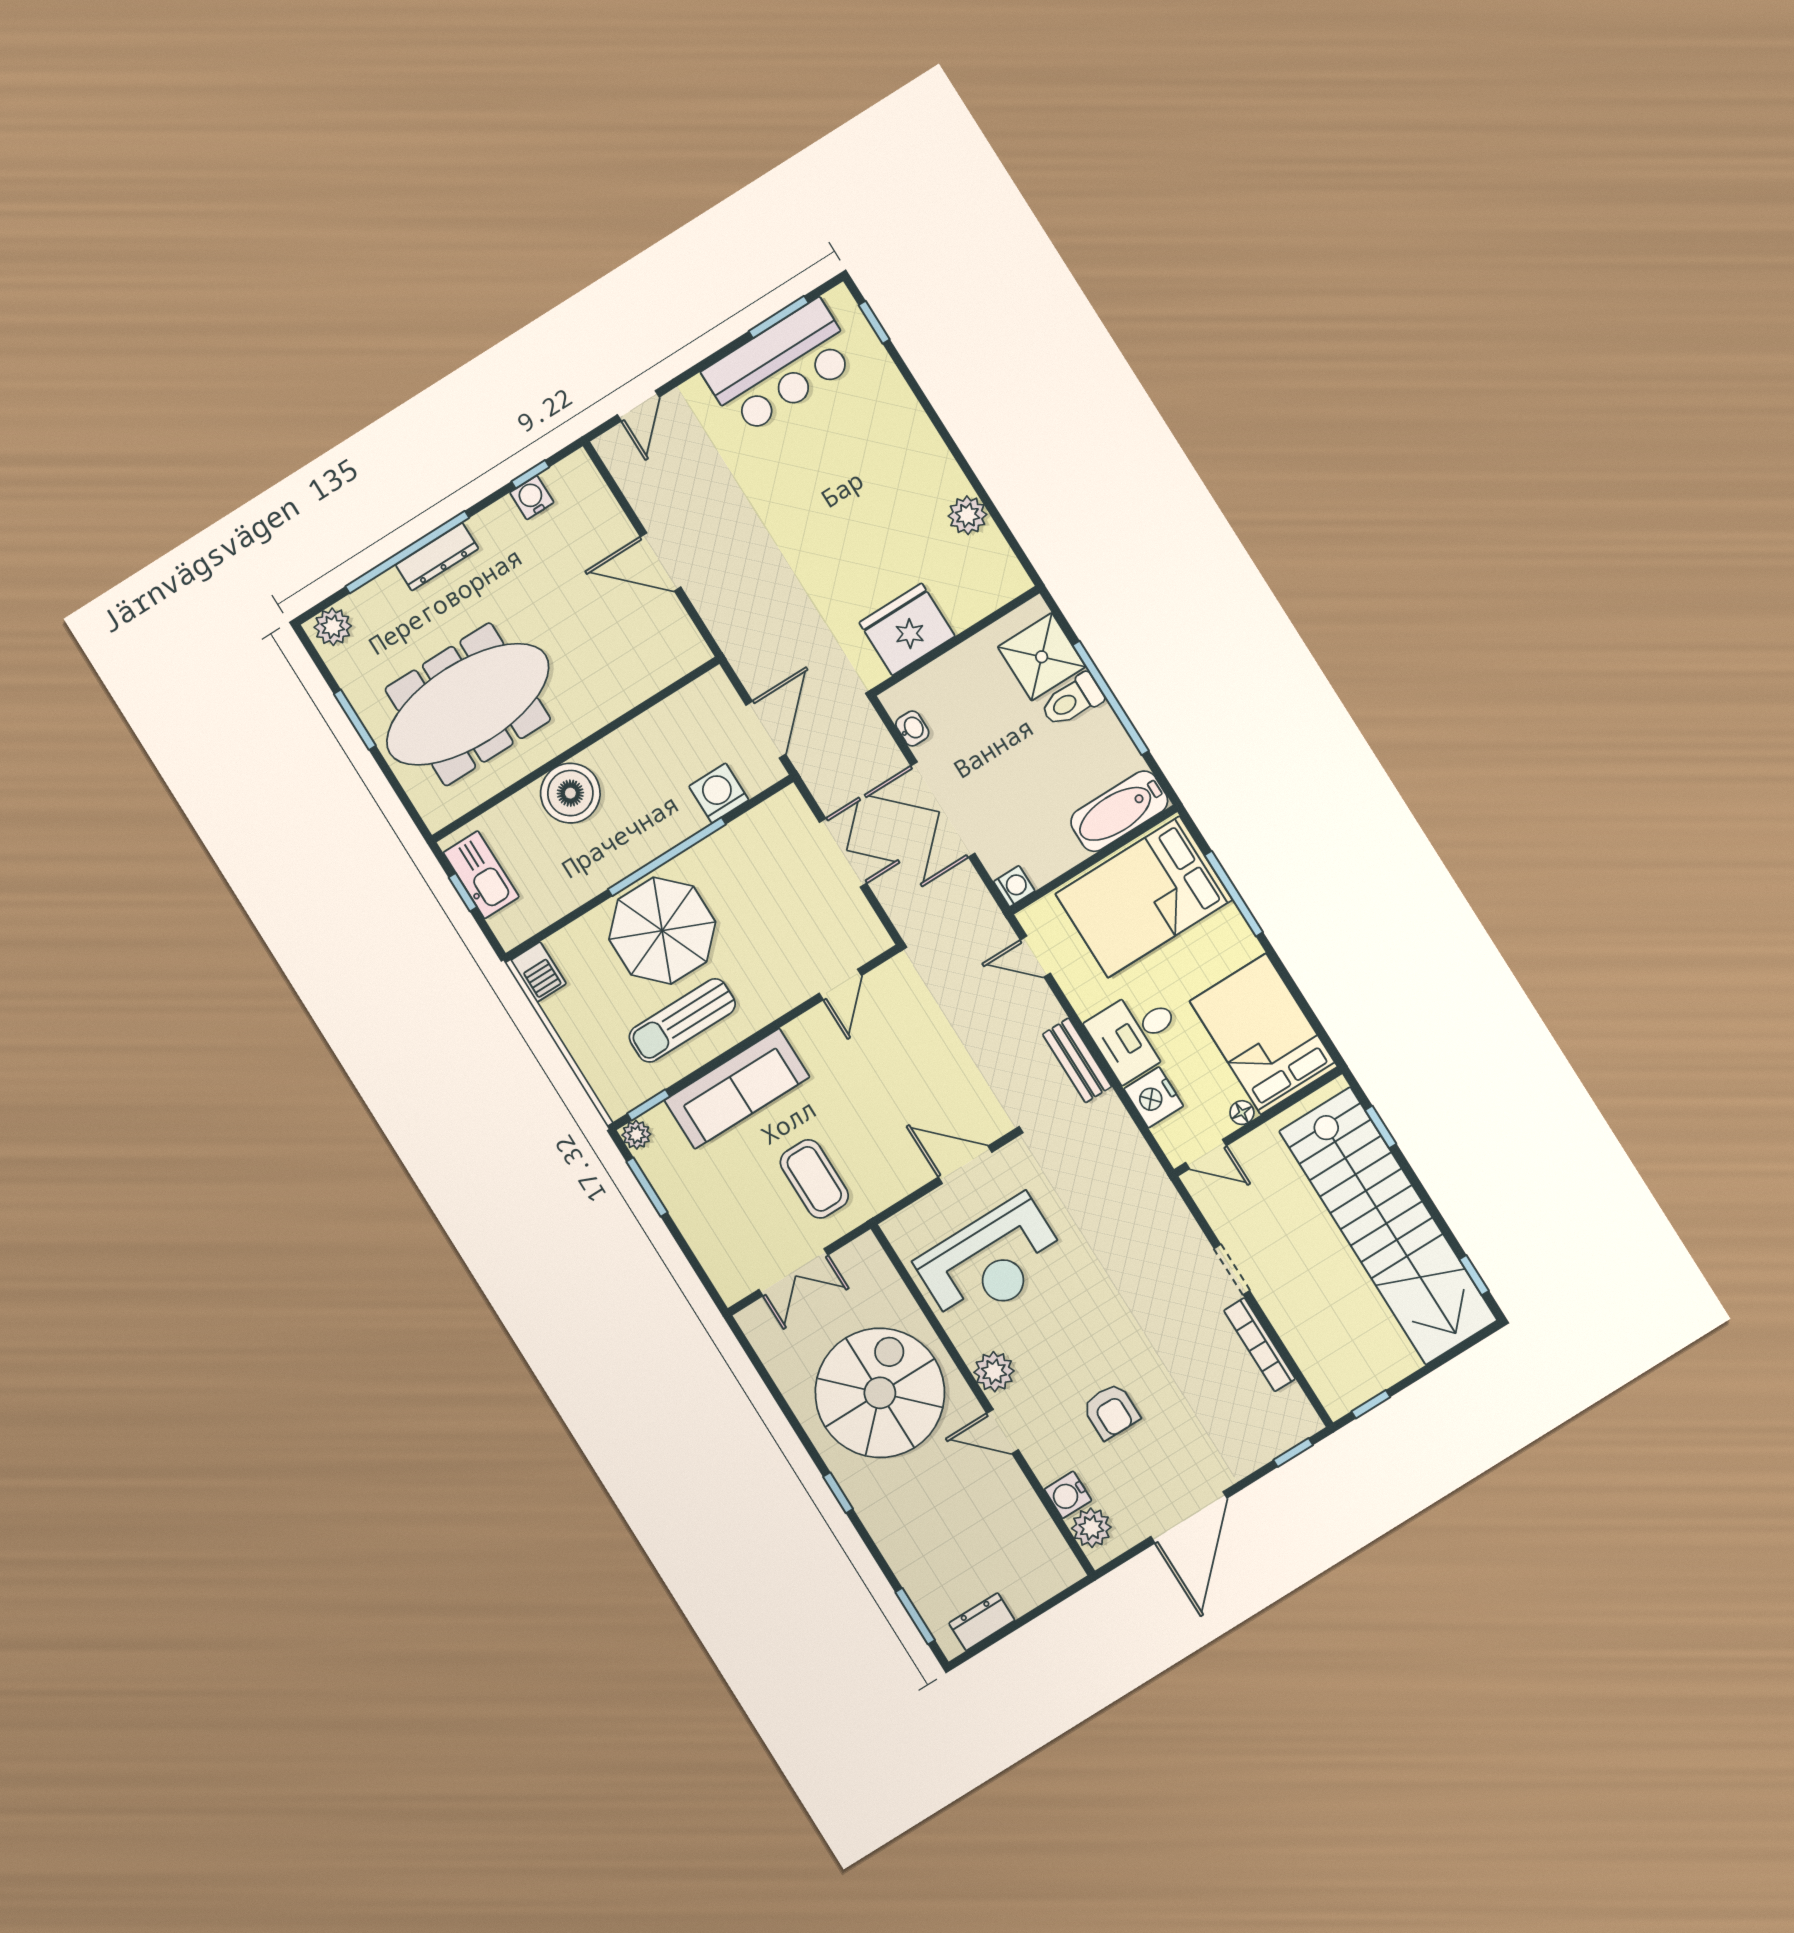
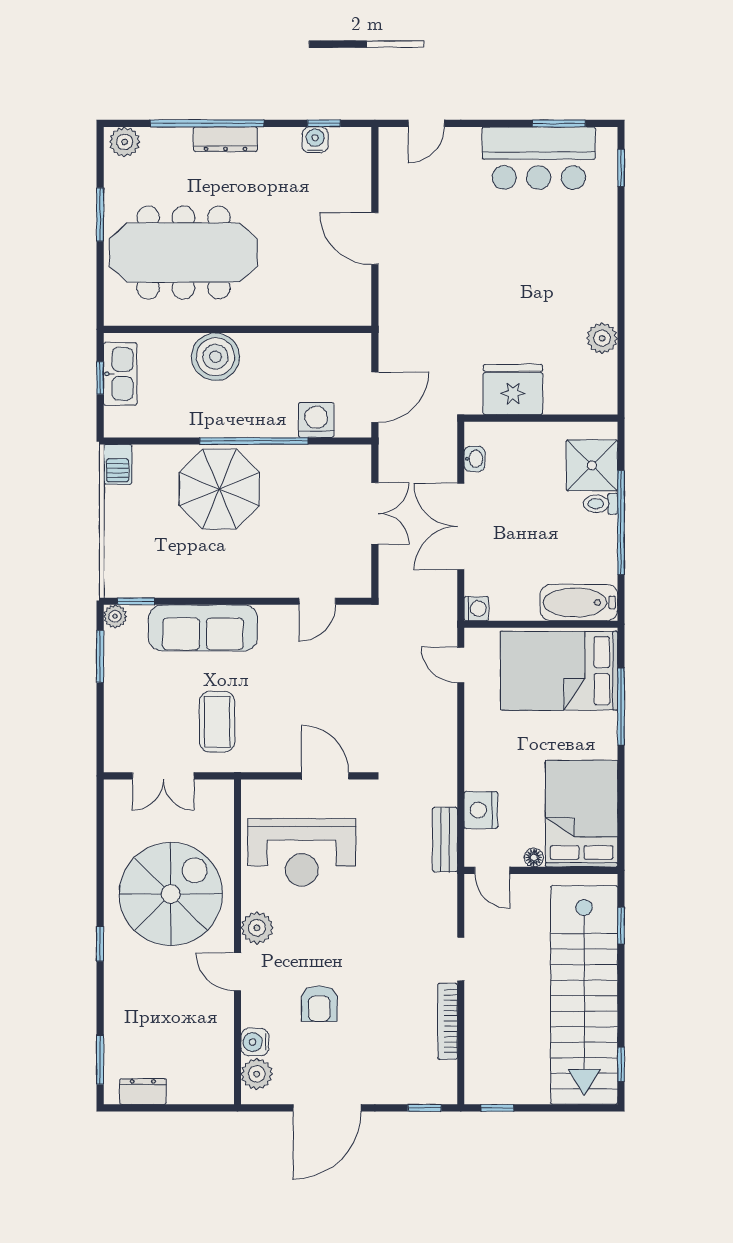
toilet: (1072, 700) -> (600, 504), width x0.73, depth x0.72
sun lounger: (682, 1020) -> (195, 558), removed
desk: (1136, 1034) -> (496, 760), removed
bench: (1077, 1060) -> (445, 840), moved

